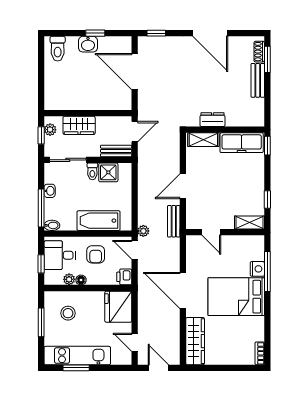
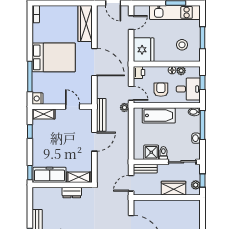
bench: (174, 221) -> (101, 115), width x1.36
nightstand: (257, 269) -> (38, 99), moved
door: (135, 342) -> (131, 23), hinge flipped

